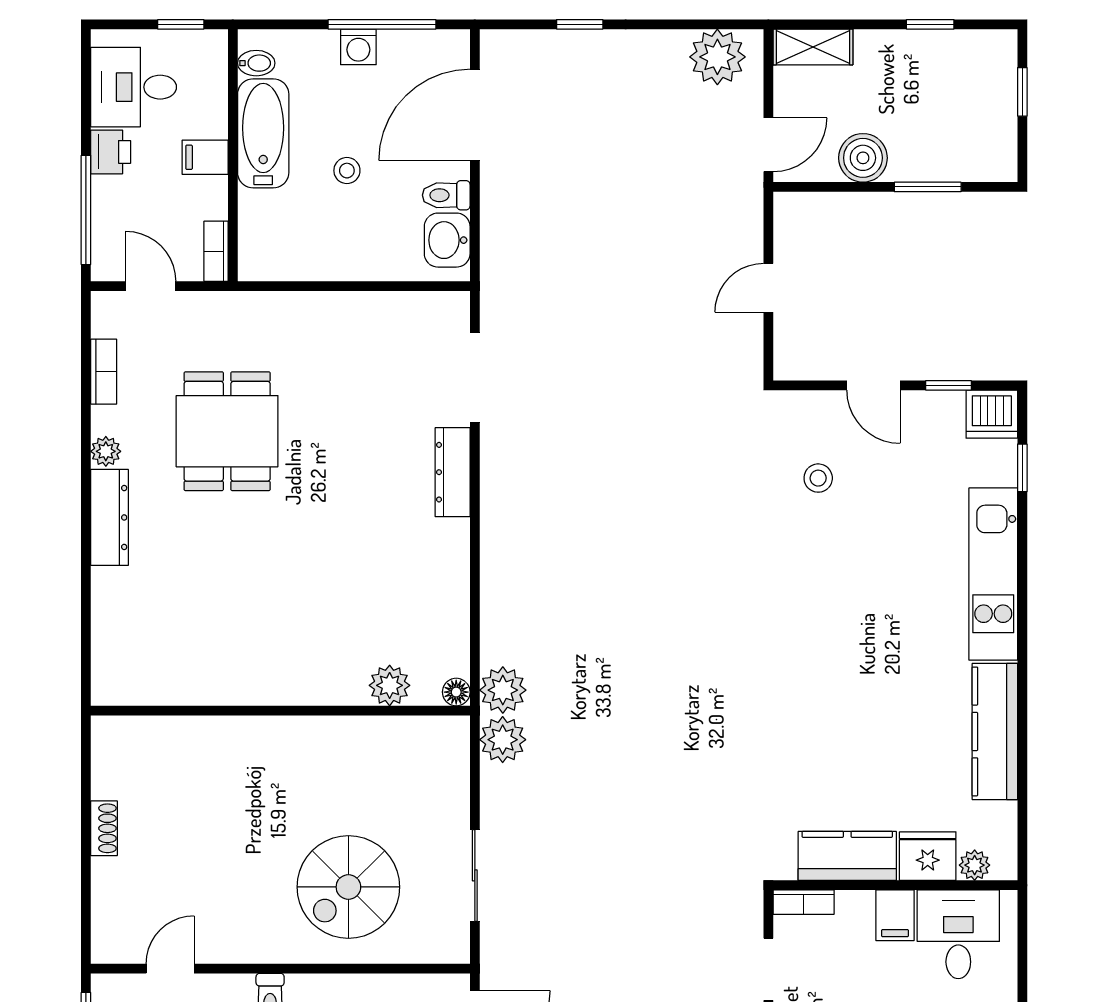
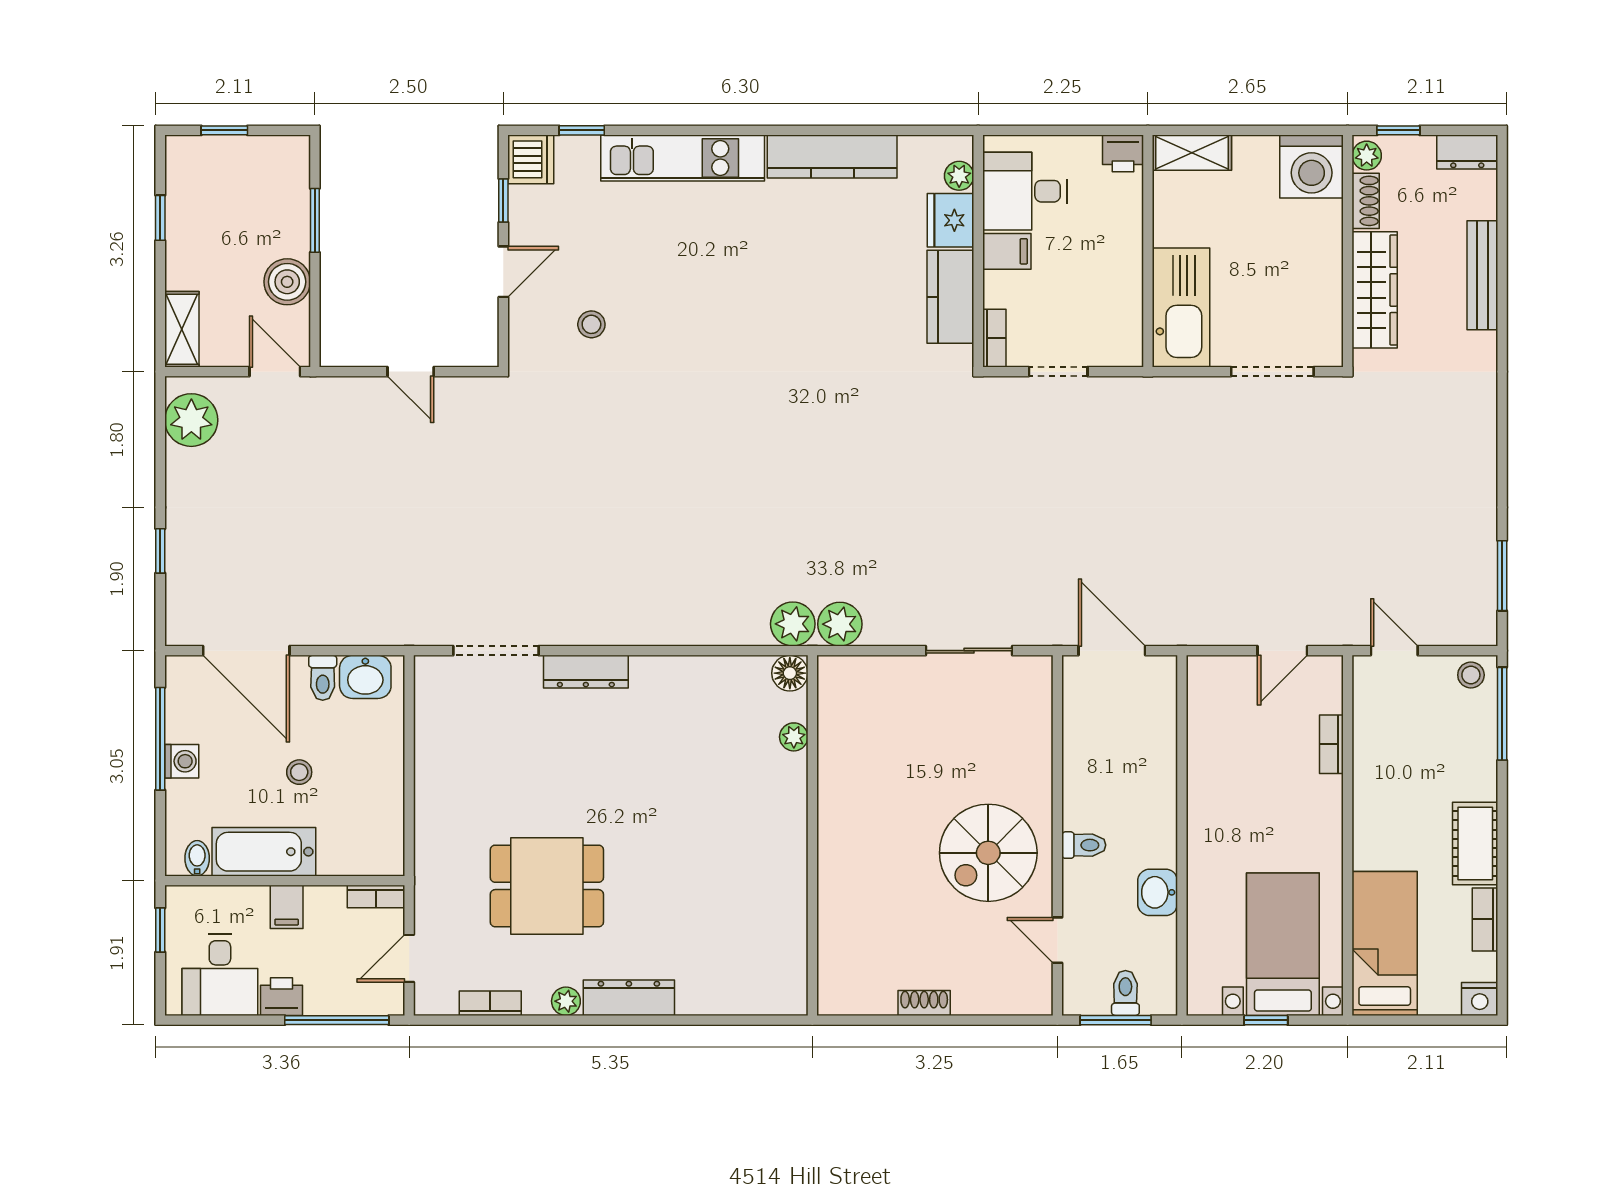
plant: (390, 685) -> (794, 737), width x0.73, depth x0.73
floor lamp: (456, 692) -> (790, 673), width x1.37, depth x1.37
spiral stairs: (348, 887) -> (988, 853), moved, turned 90

